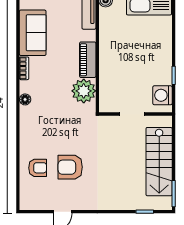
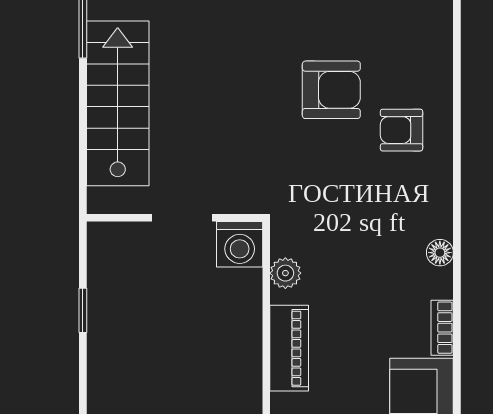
plant: (84, 91) -> (285, 273), width x0.53, depth x0.53
washing machine: (162, 95) -> (240, 244), moved, turned 90
armchair: (38, 168) -> (401, 130), moved

